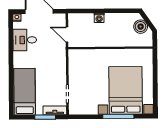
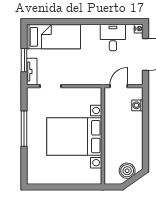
washing machine: (99, 18) -> (137, 105), moved
bed with nightstands: (126, 90) -> (74, 137), moved, turned 180
window: (118, 116) -> (24, 129), moved

